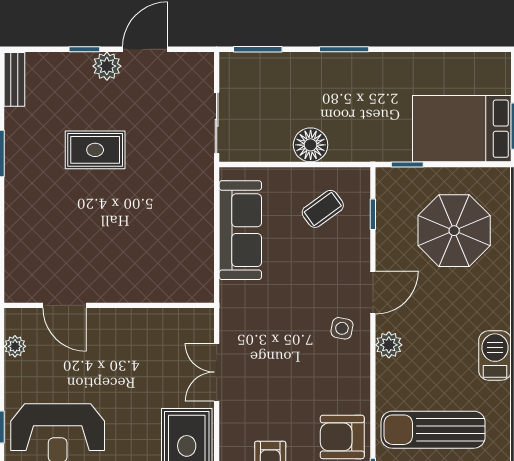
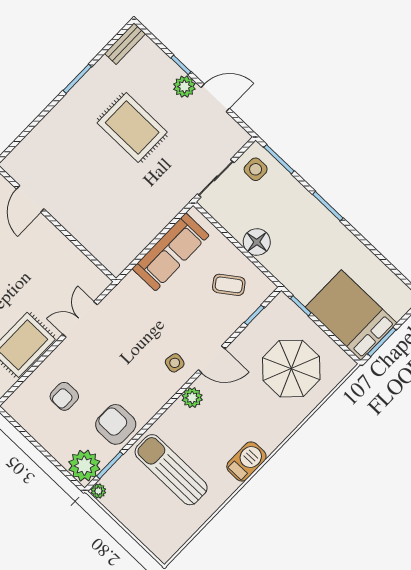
side table: (245, 79) -> (256, 169), added
rug: (95, 150) -> (132, 128), width x1.36, depth x1.43

